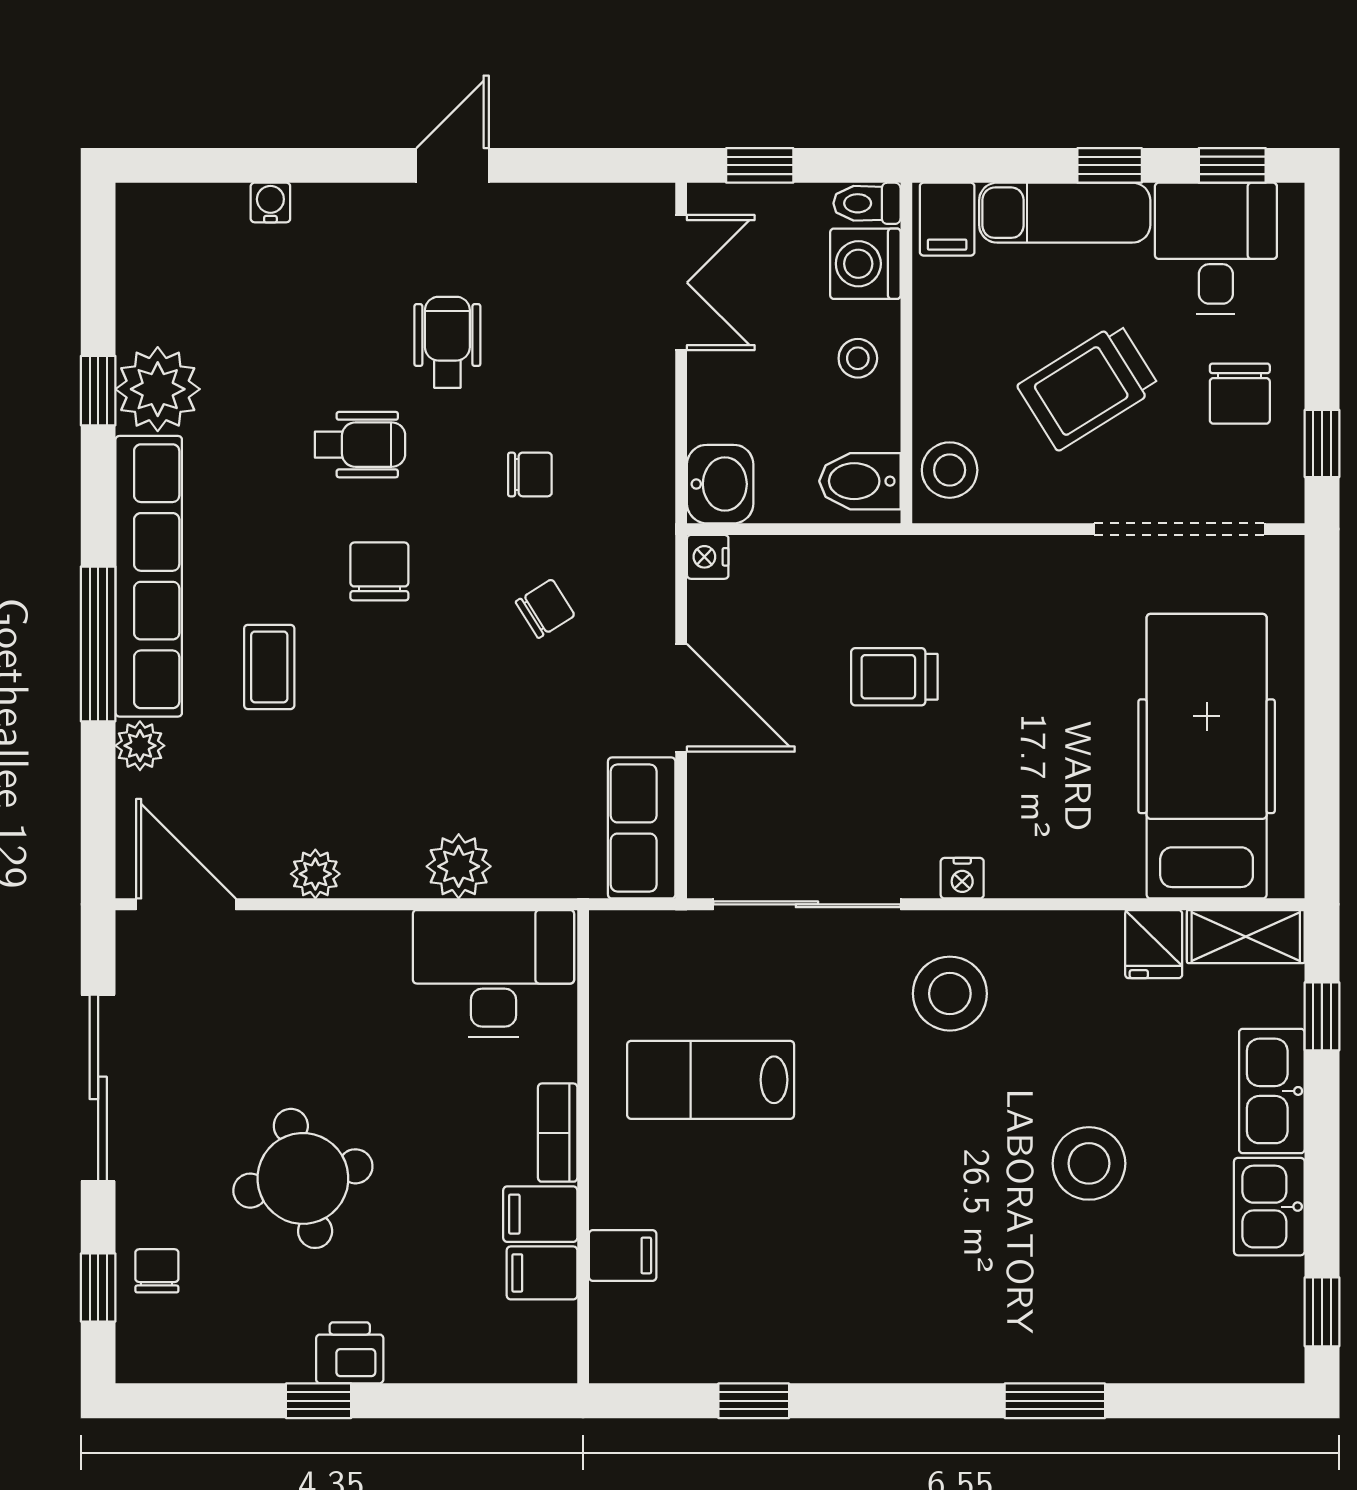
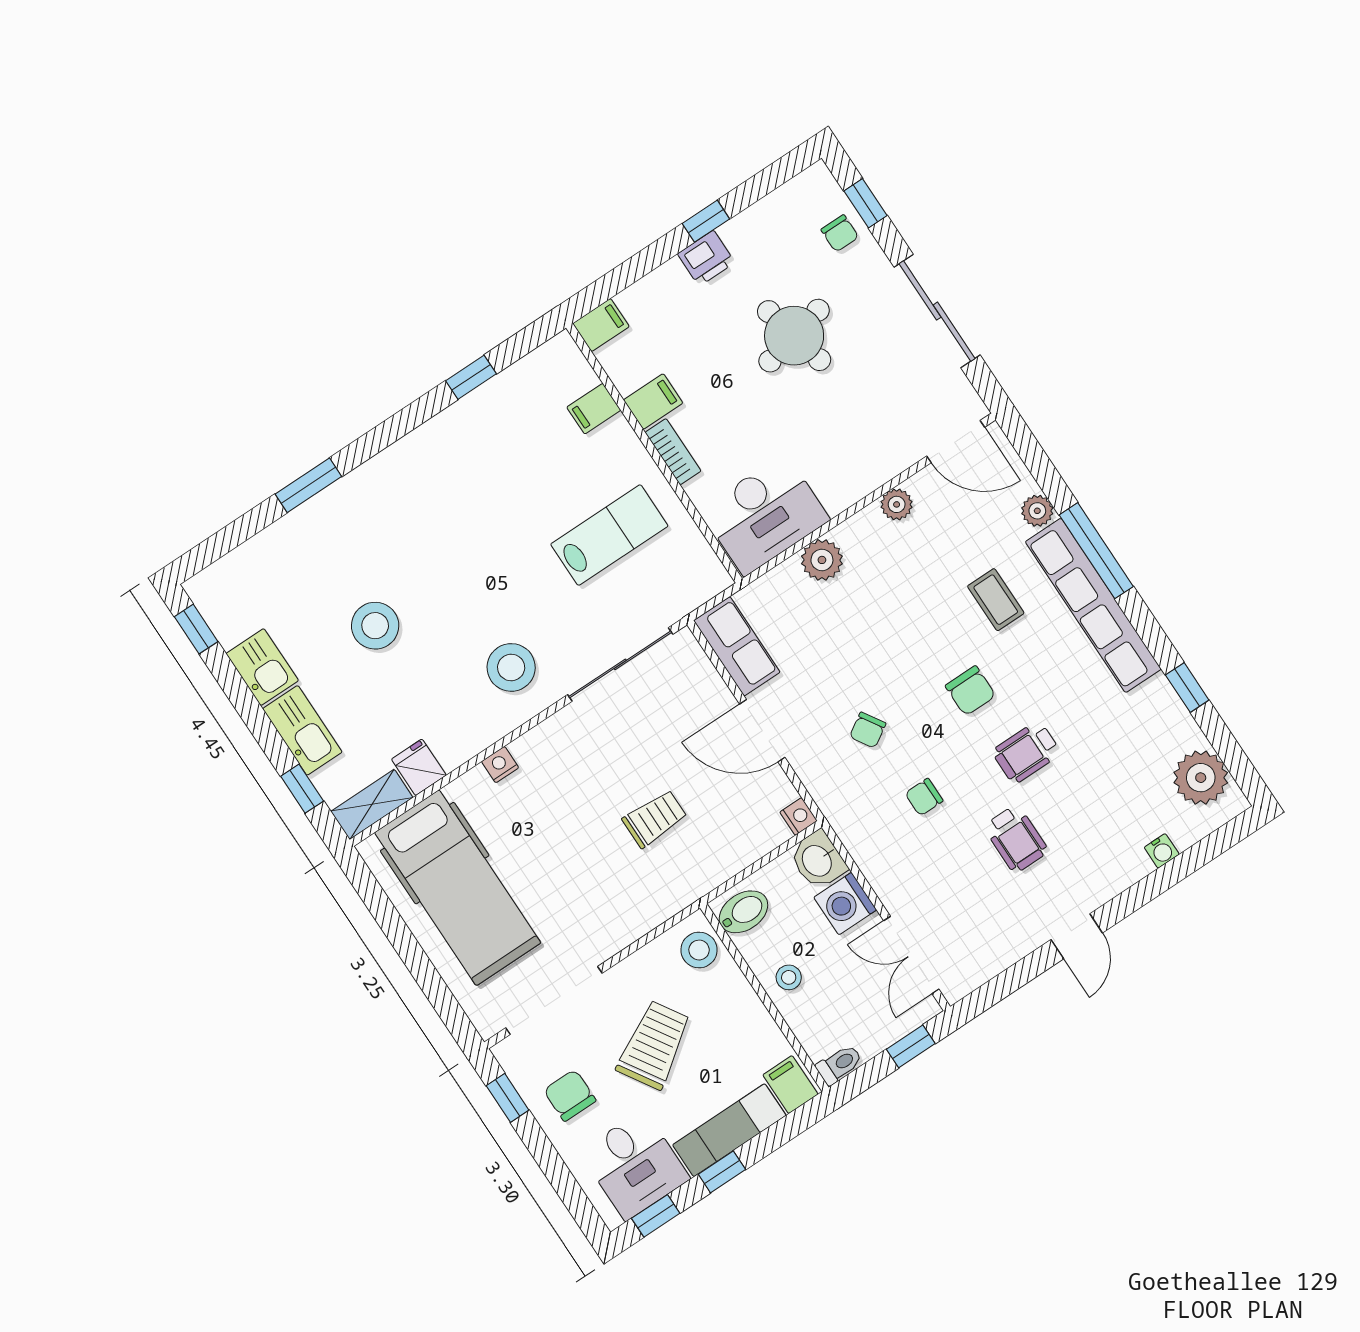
washing machine: (865, 264) -> (845, 904), moved, turned 180
plant: (158, 389) -> (1201, 778), moved
nightstand: (962, 878) -> (500, 765), moved
filing cabinet: (542, 1273) -> (601, 325), moved

